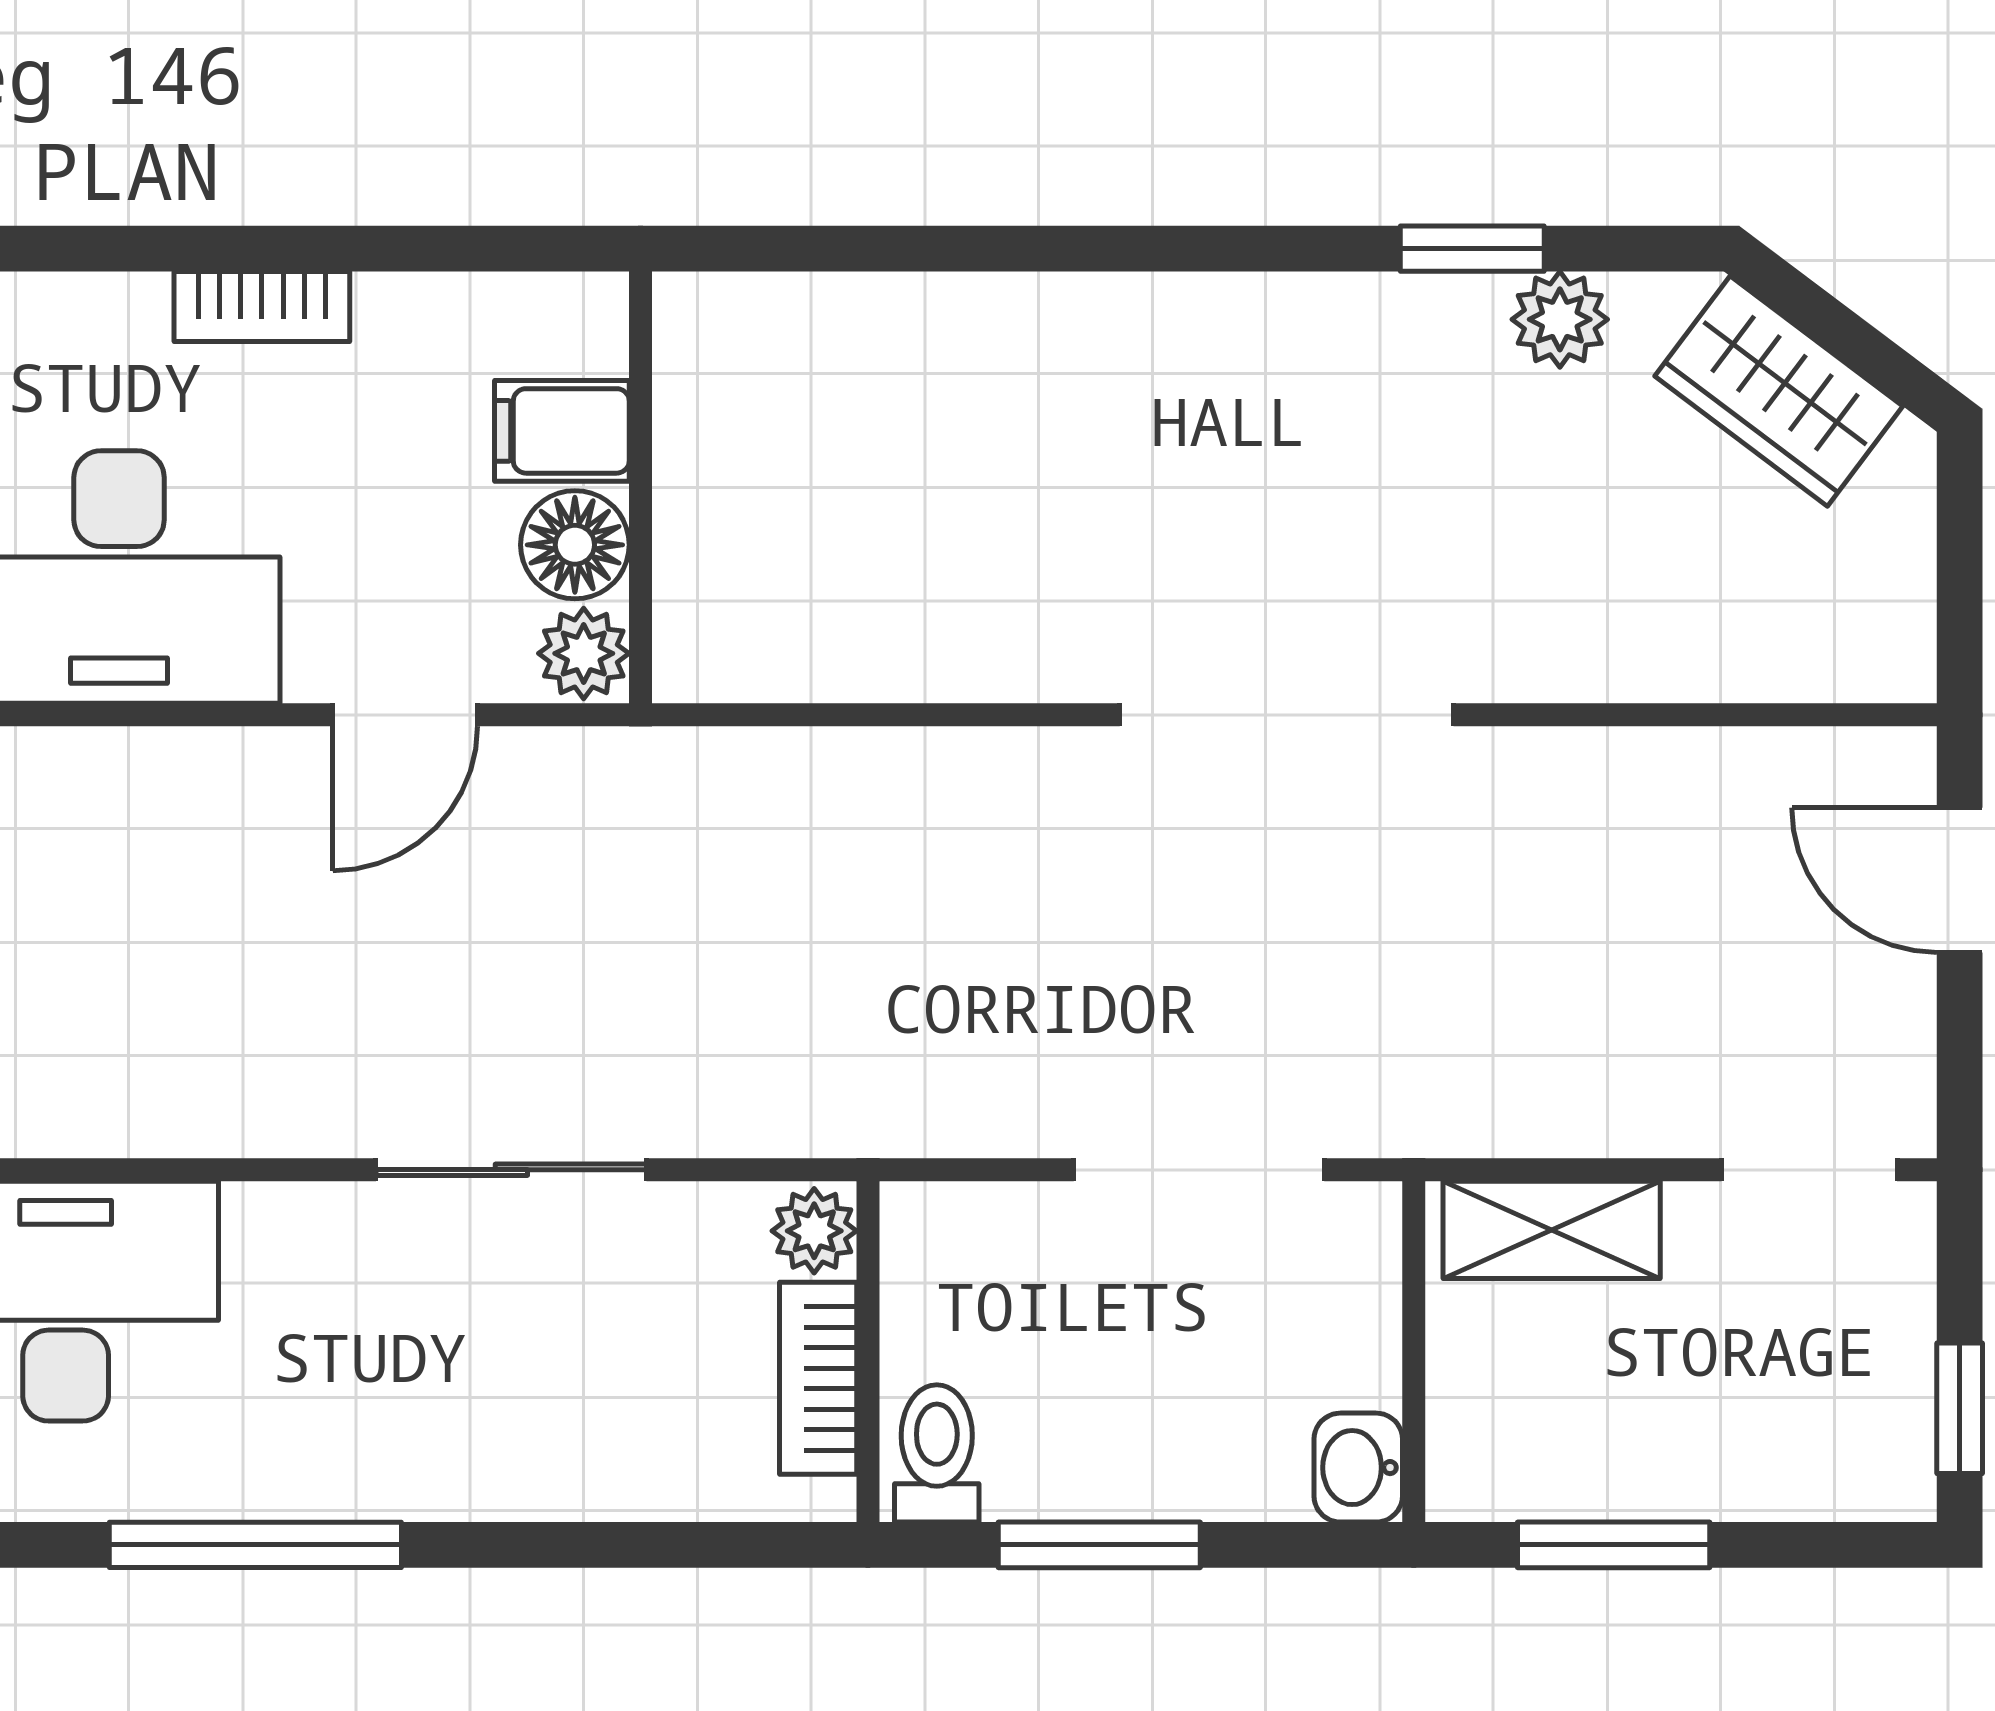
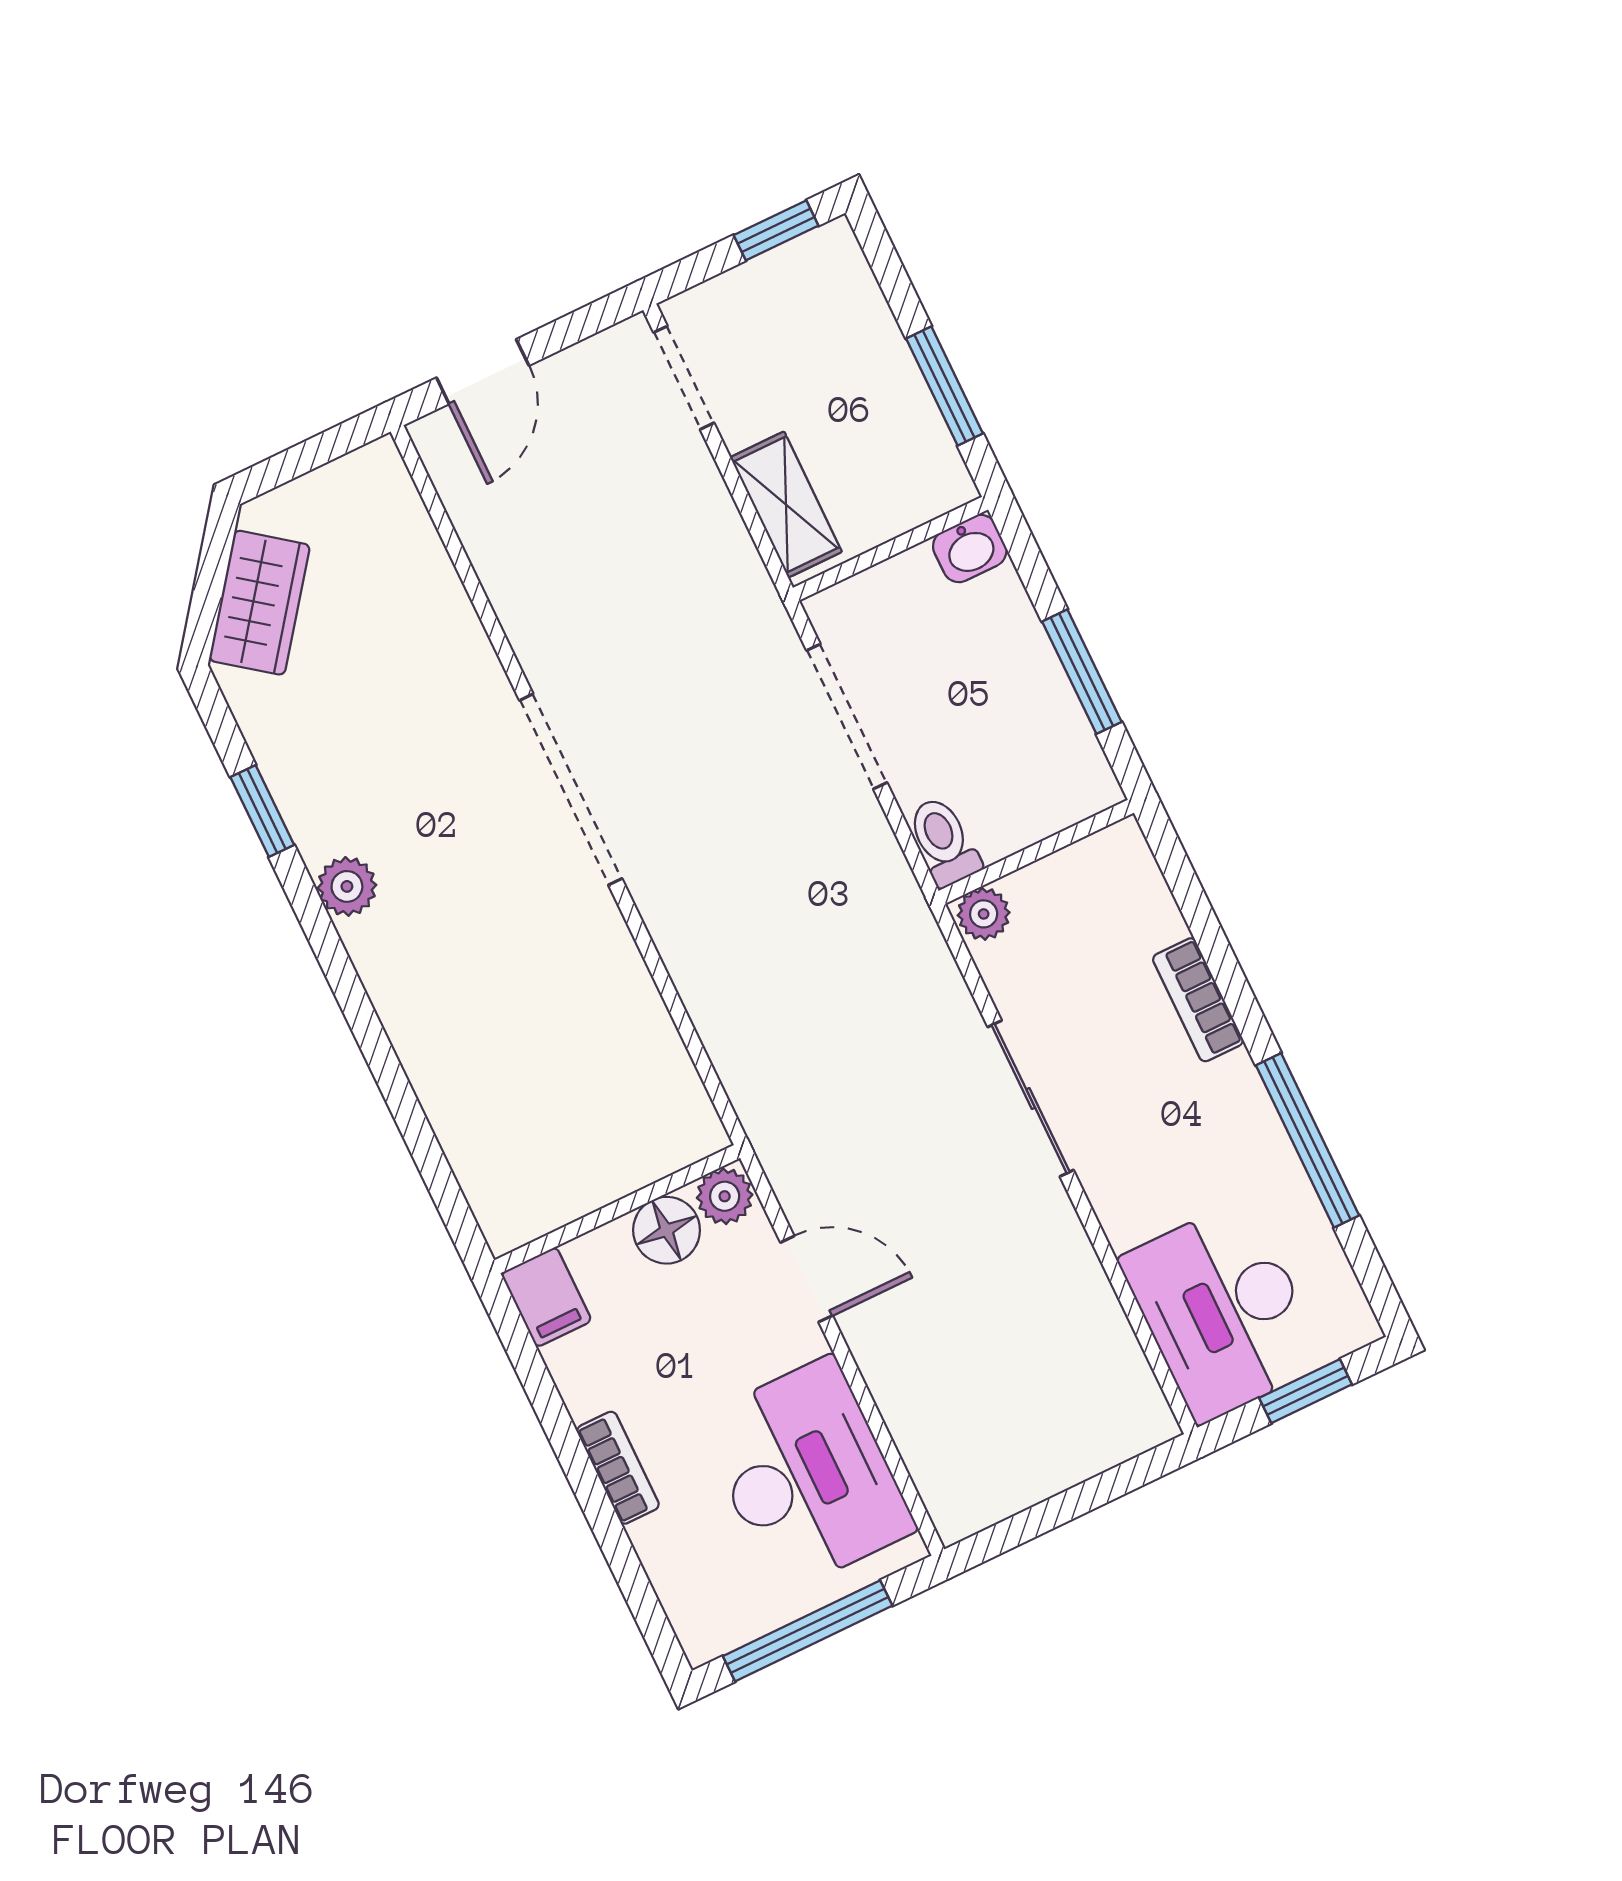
plant: (1560, 319) -> (347, 886), moved
filing cabinet: (562, 431) -> (546, 1297), moved
bookcase: (818, 1378) -> (1198, 1000), moved, turned 90
toilet: (937, 1453) -> (944, 842), moved, turned 90

